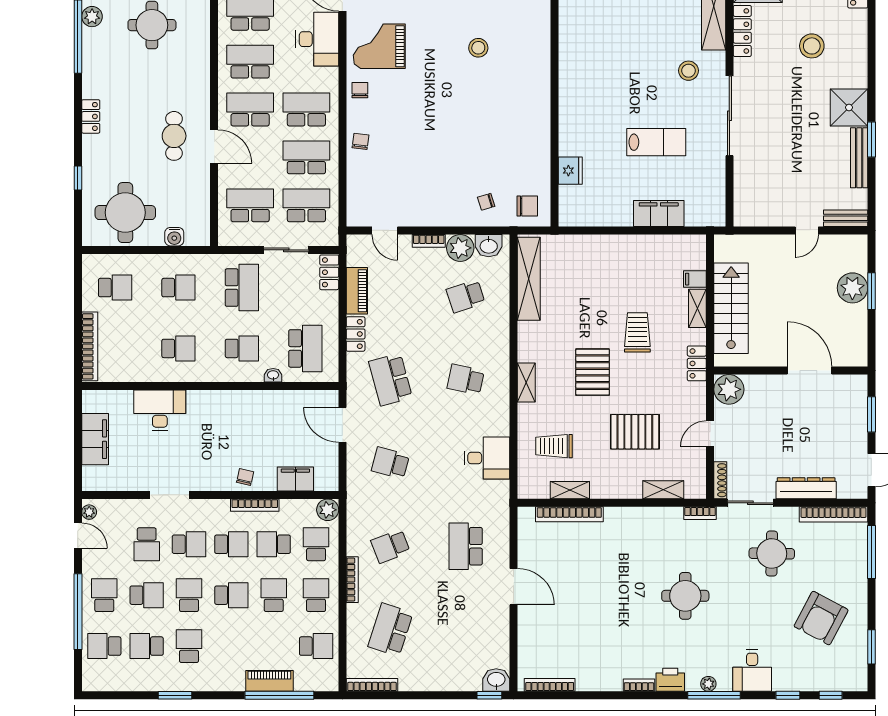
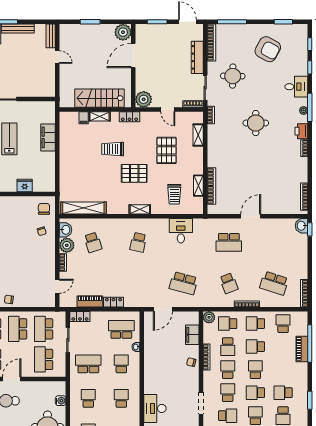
plant: (852, 288) -> (123, 32), moved
school desk: (390, 380) -> (138, 283), removed
school desk: (390, 463) -> (184, 283), width x1.85

